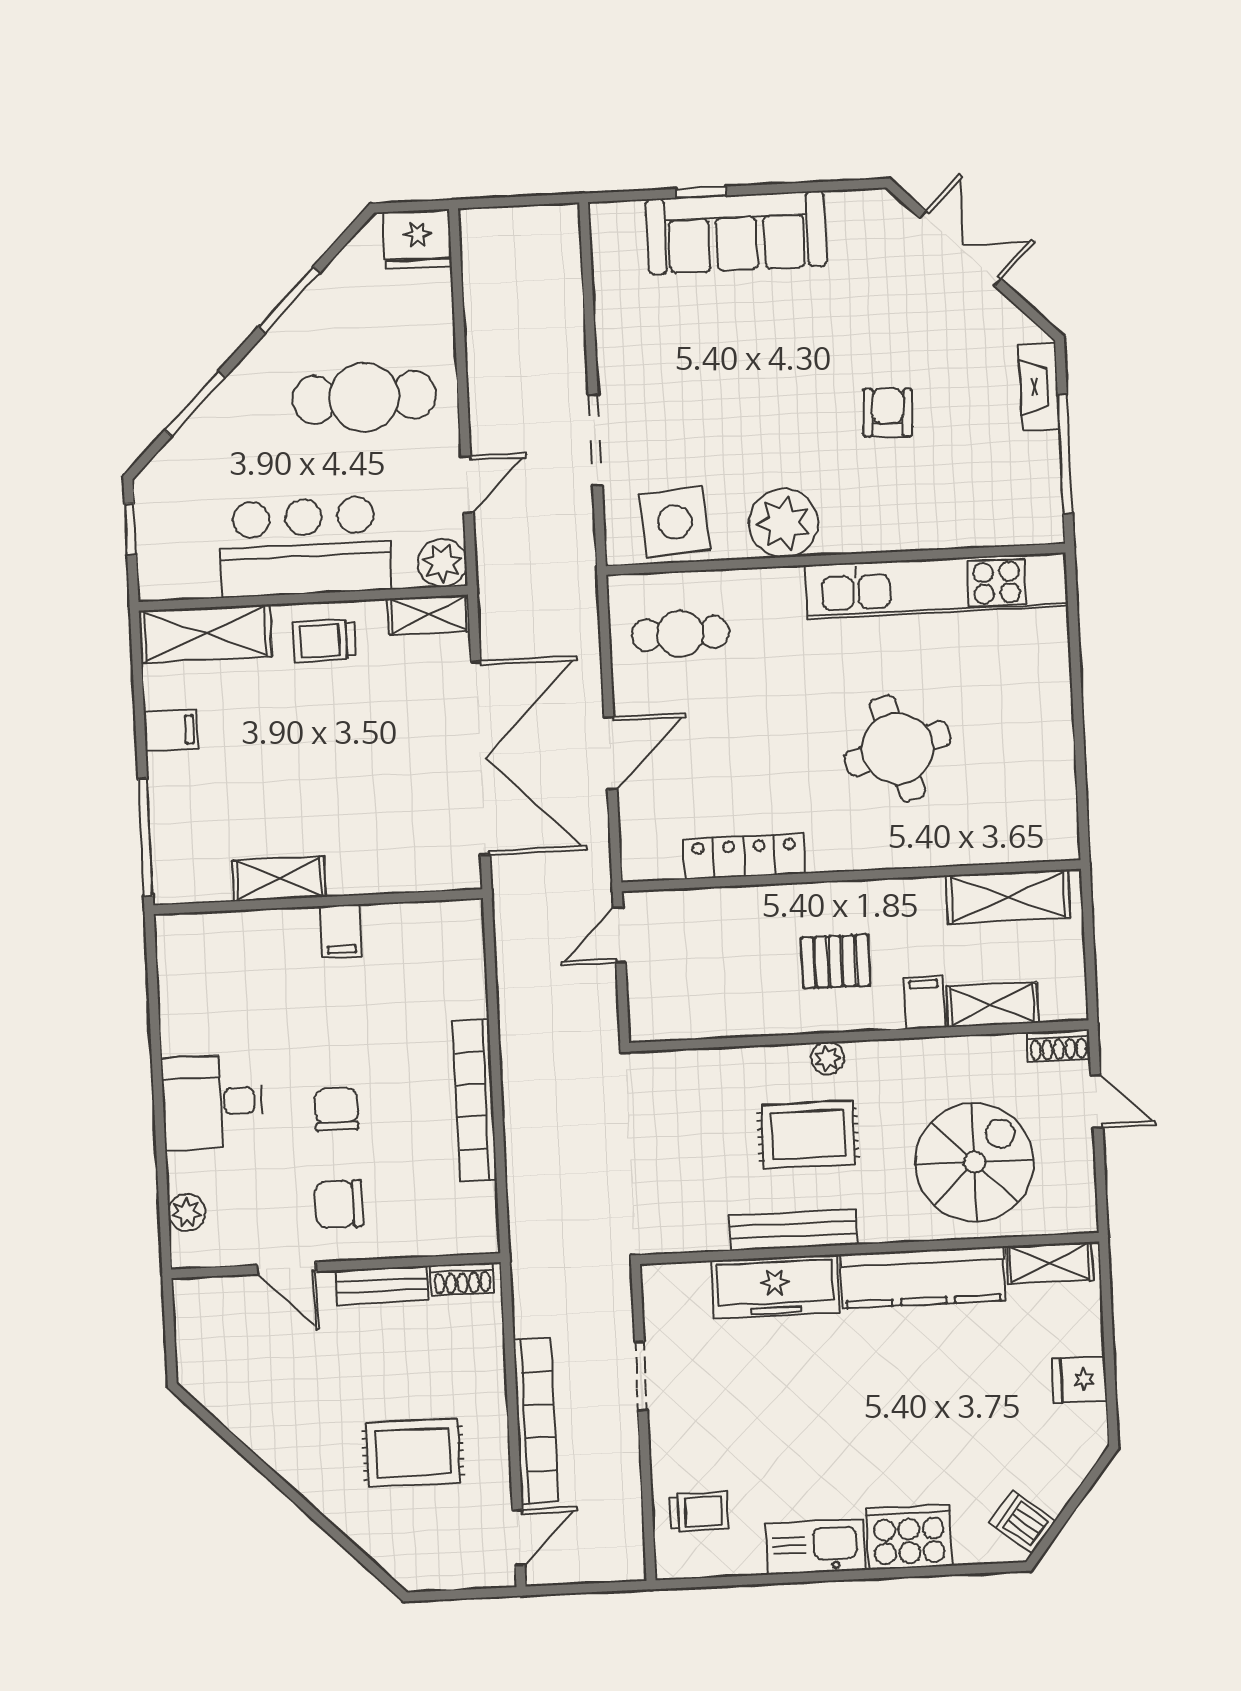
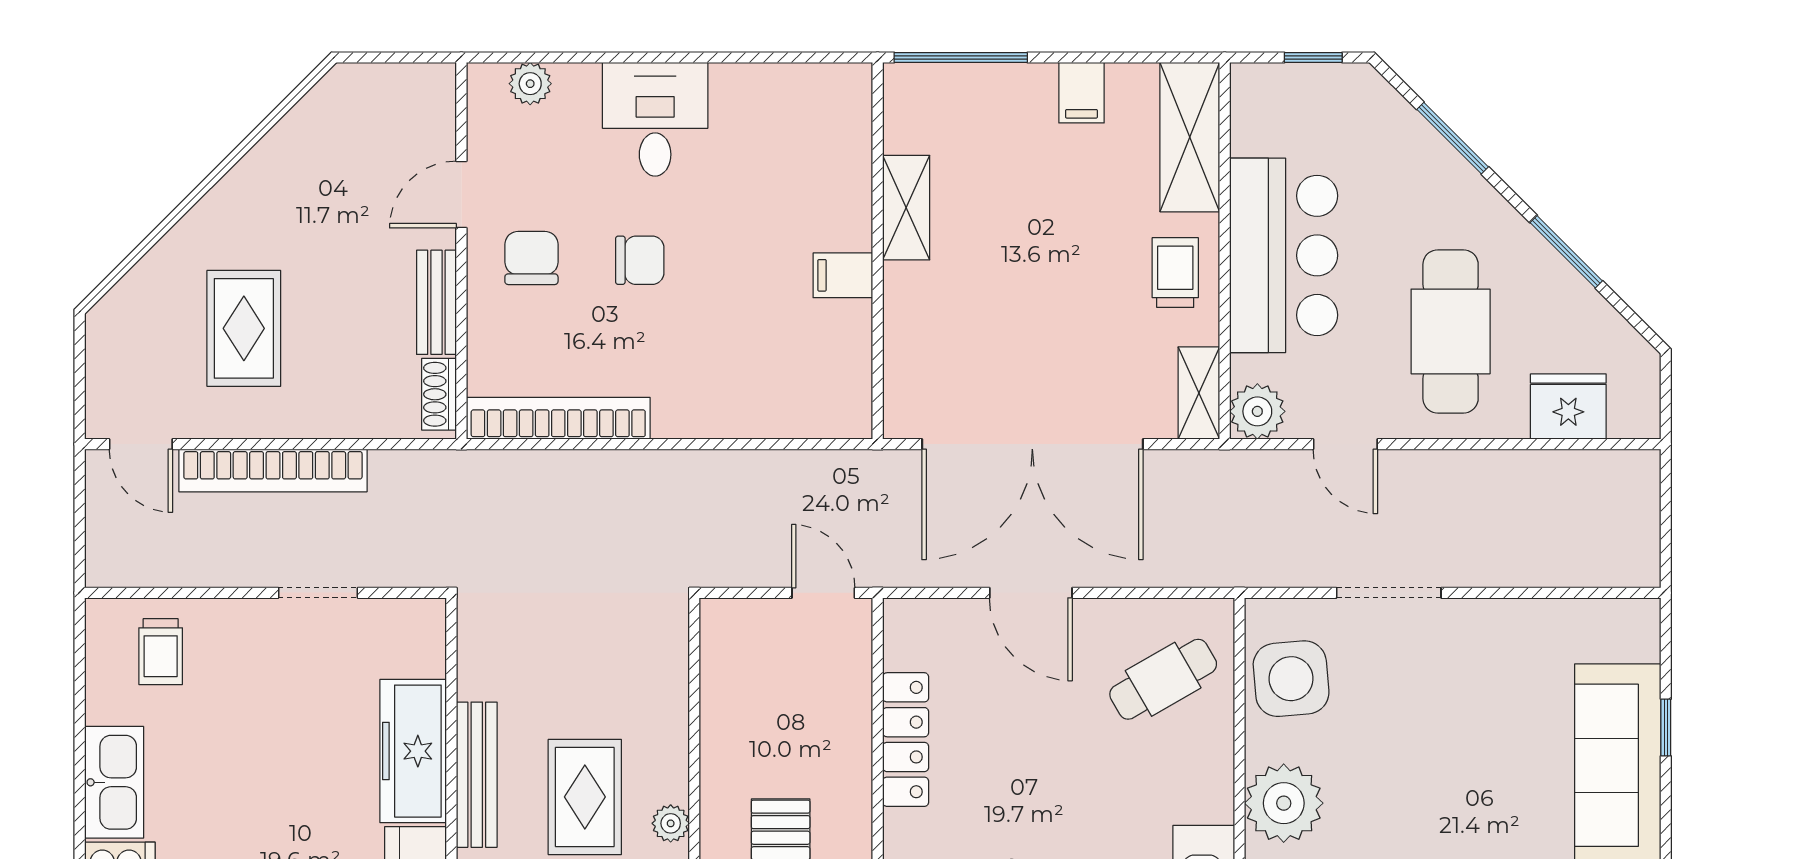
fridge: (418, 239) -> (1568, 407), moved, turned 90
cafe table: (680, 634) -> (1163, 679), turned 60
bookcase: (475, 1100) -> (558, 418), moved

